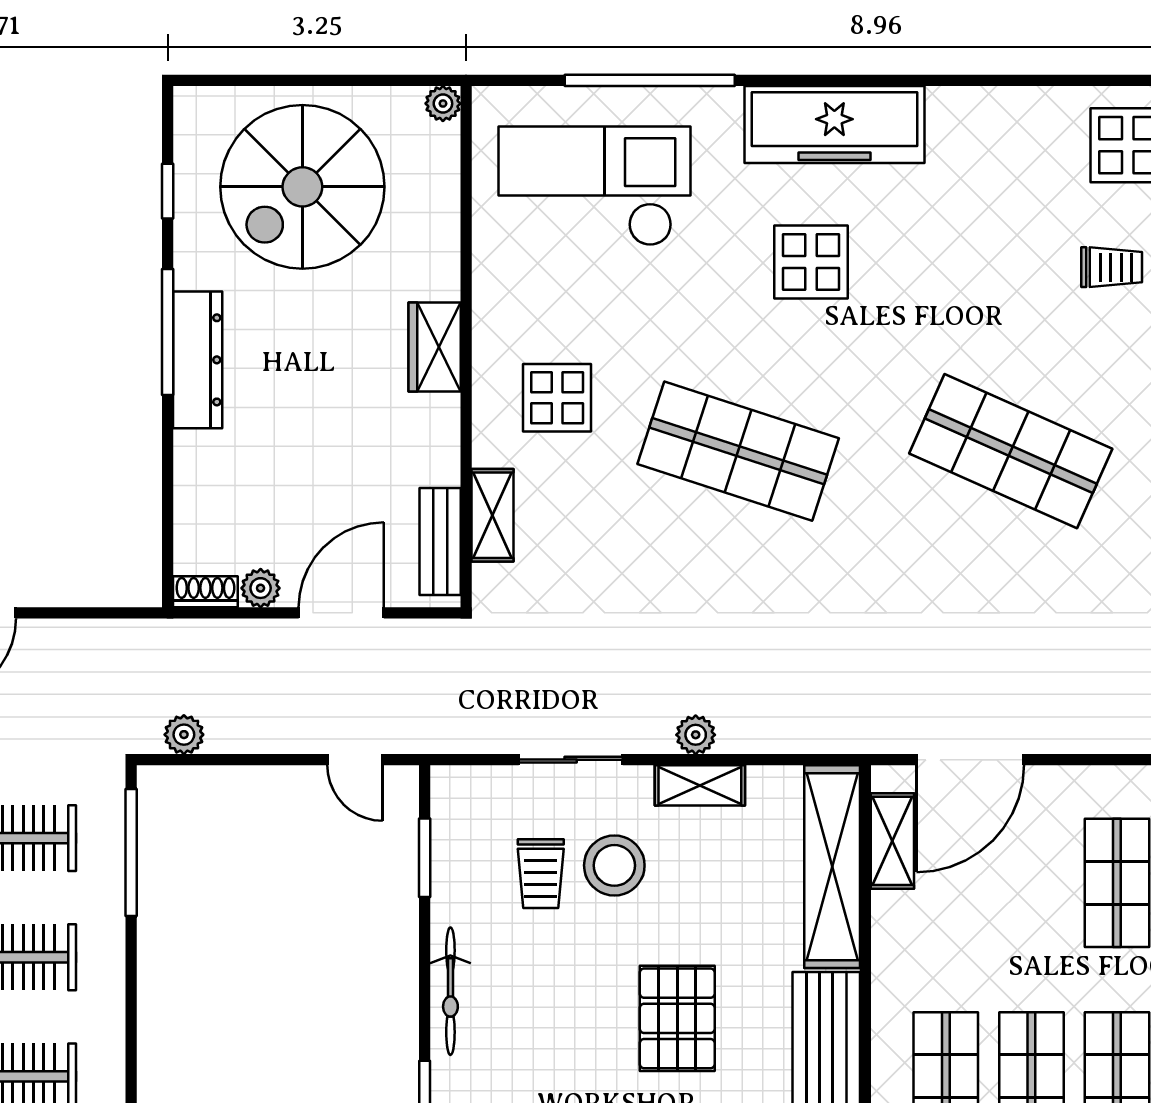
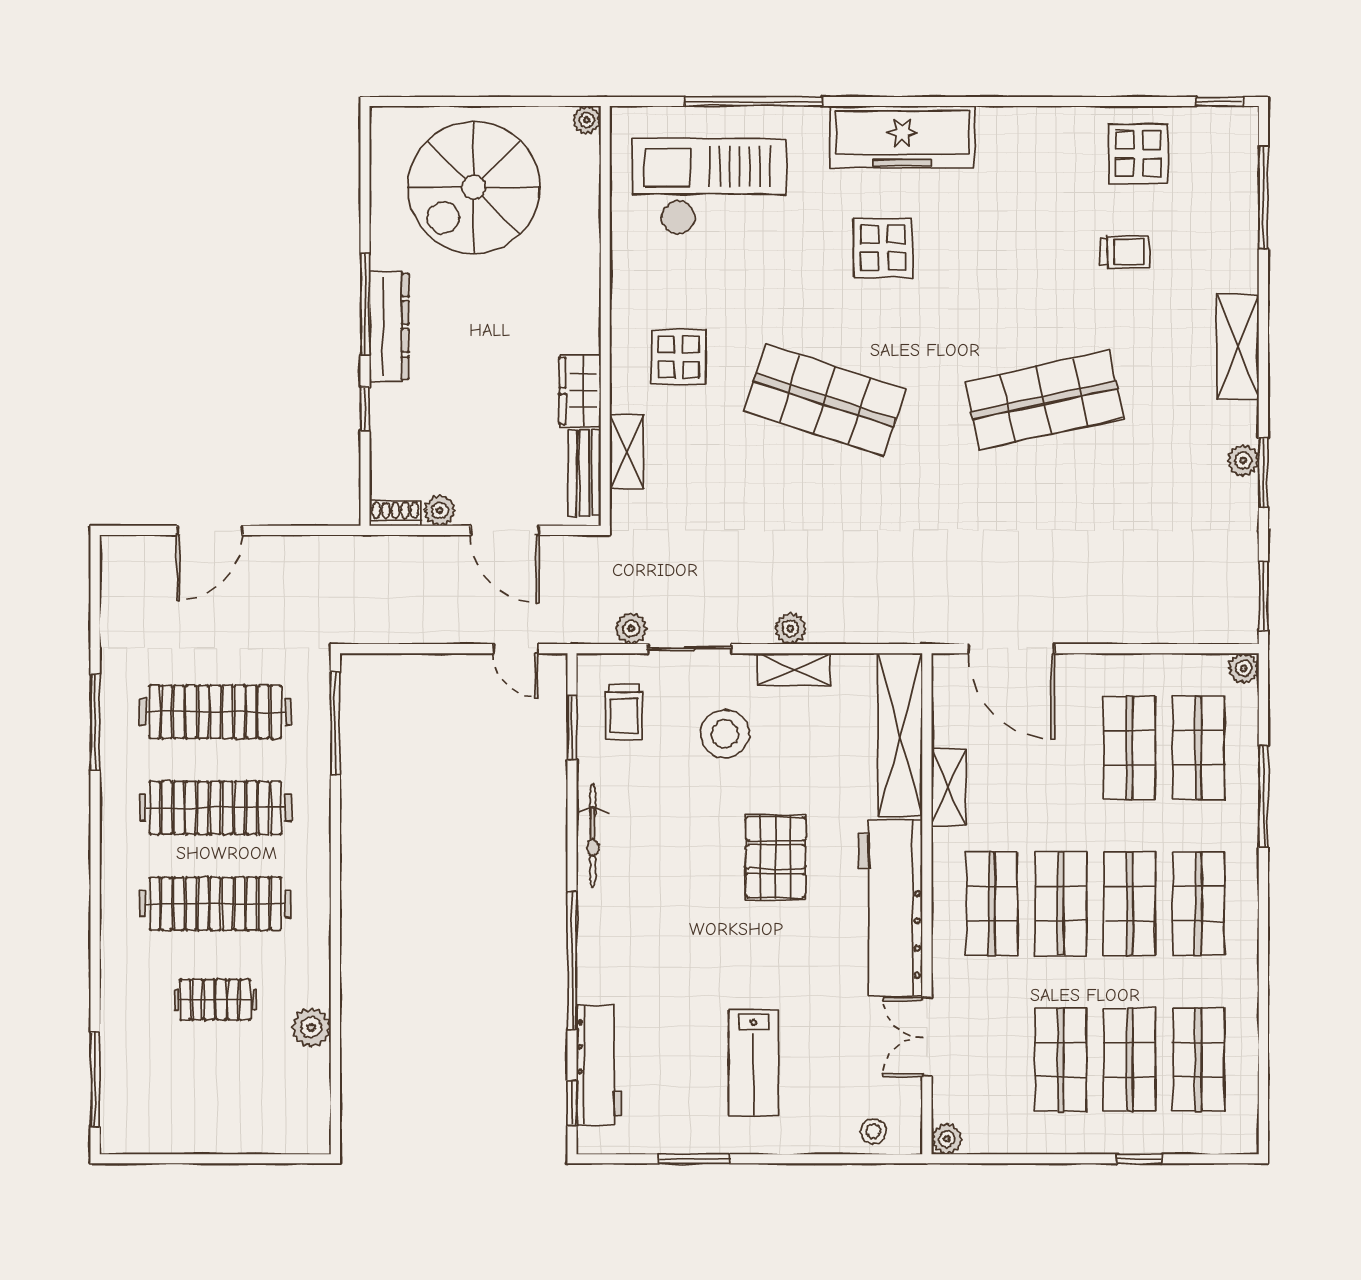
window: (168, 191) -> (365, 409), moved
wardrobe: (435, 347) -> (580, 391), moved
shop shelf: (1011, 451) -> (1044, 400), turned -36
door: (341, 613) -> (505, 530), swing flipped
plant: (184, 735) -> (631, 628), moved
door: (970, 760) -> (1011, 649), hinge flipped
shelving: (892, 841) -> (949, 787), moved
trolley: (541, 874) -> (624, 712), moved

